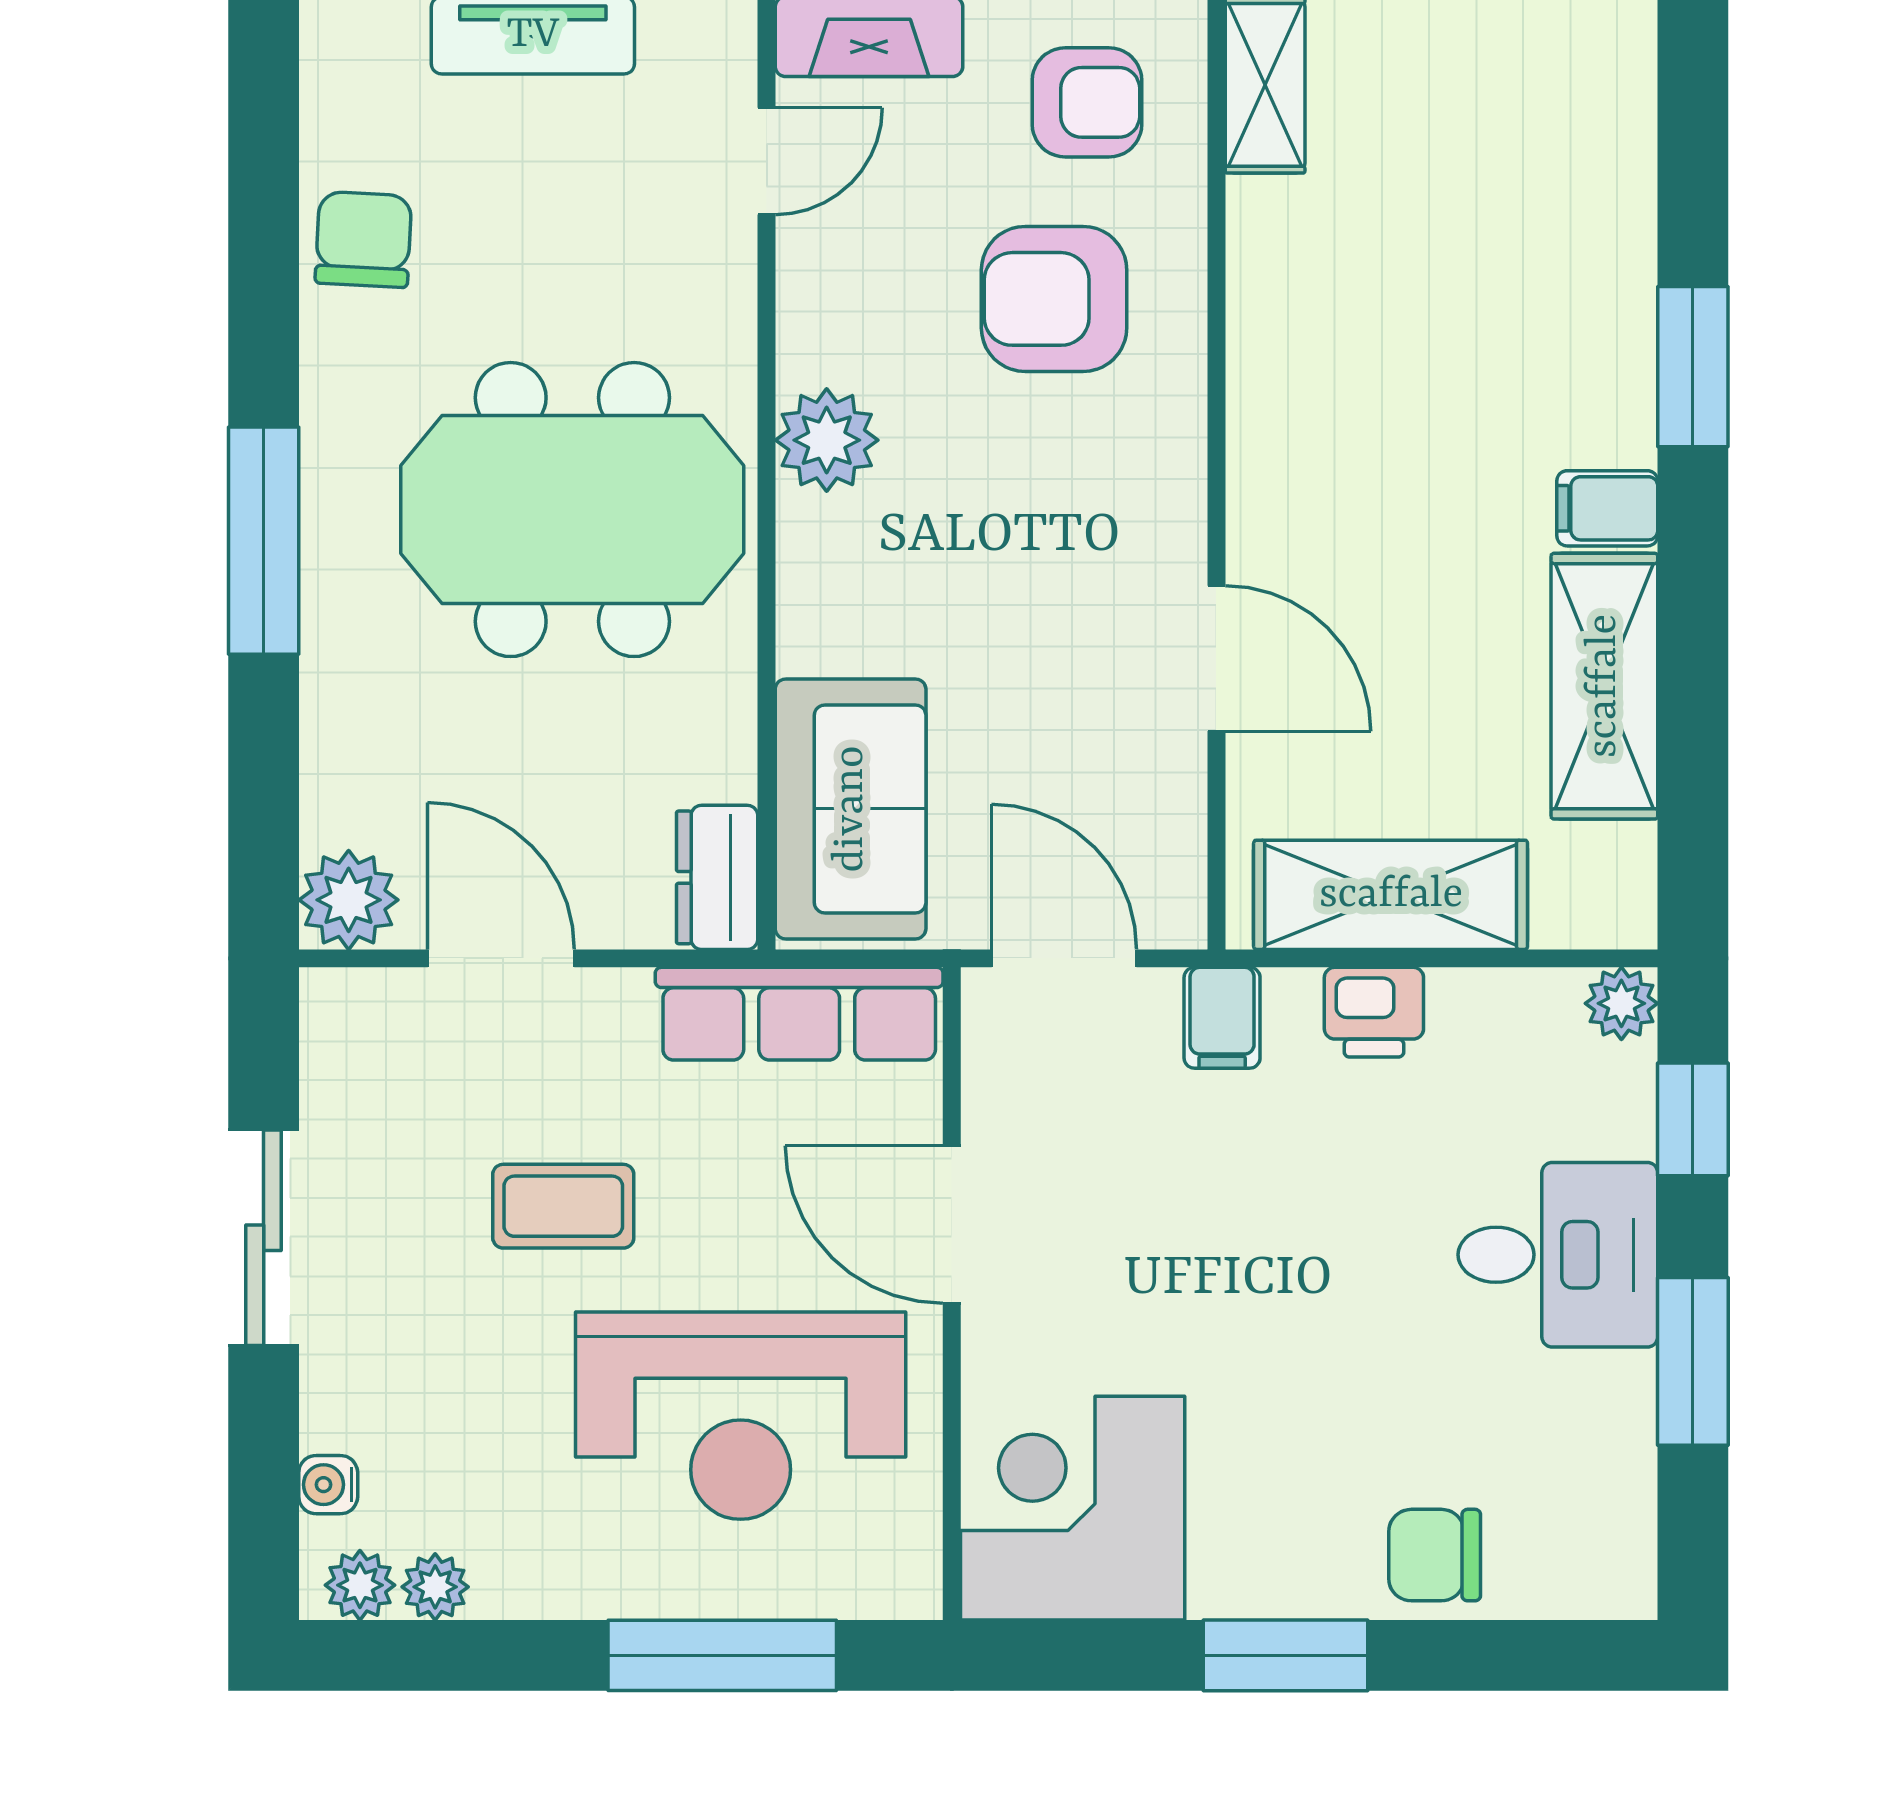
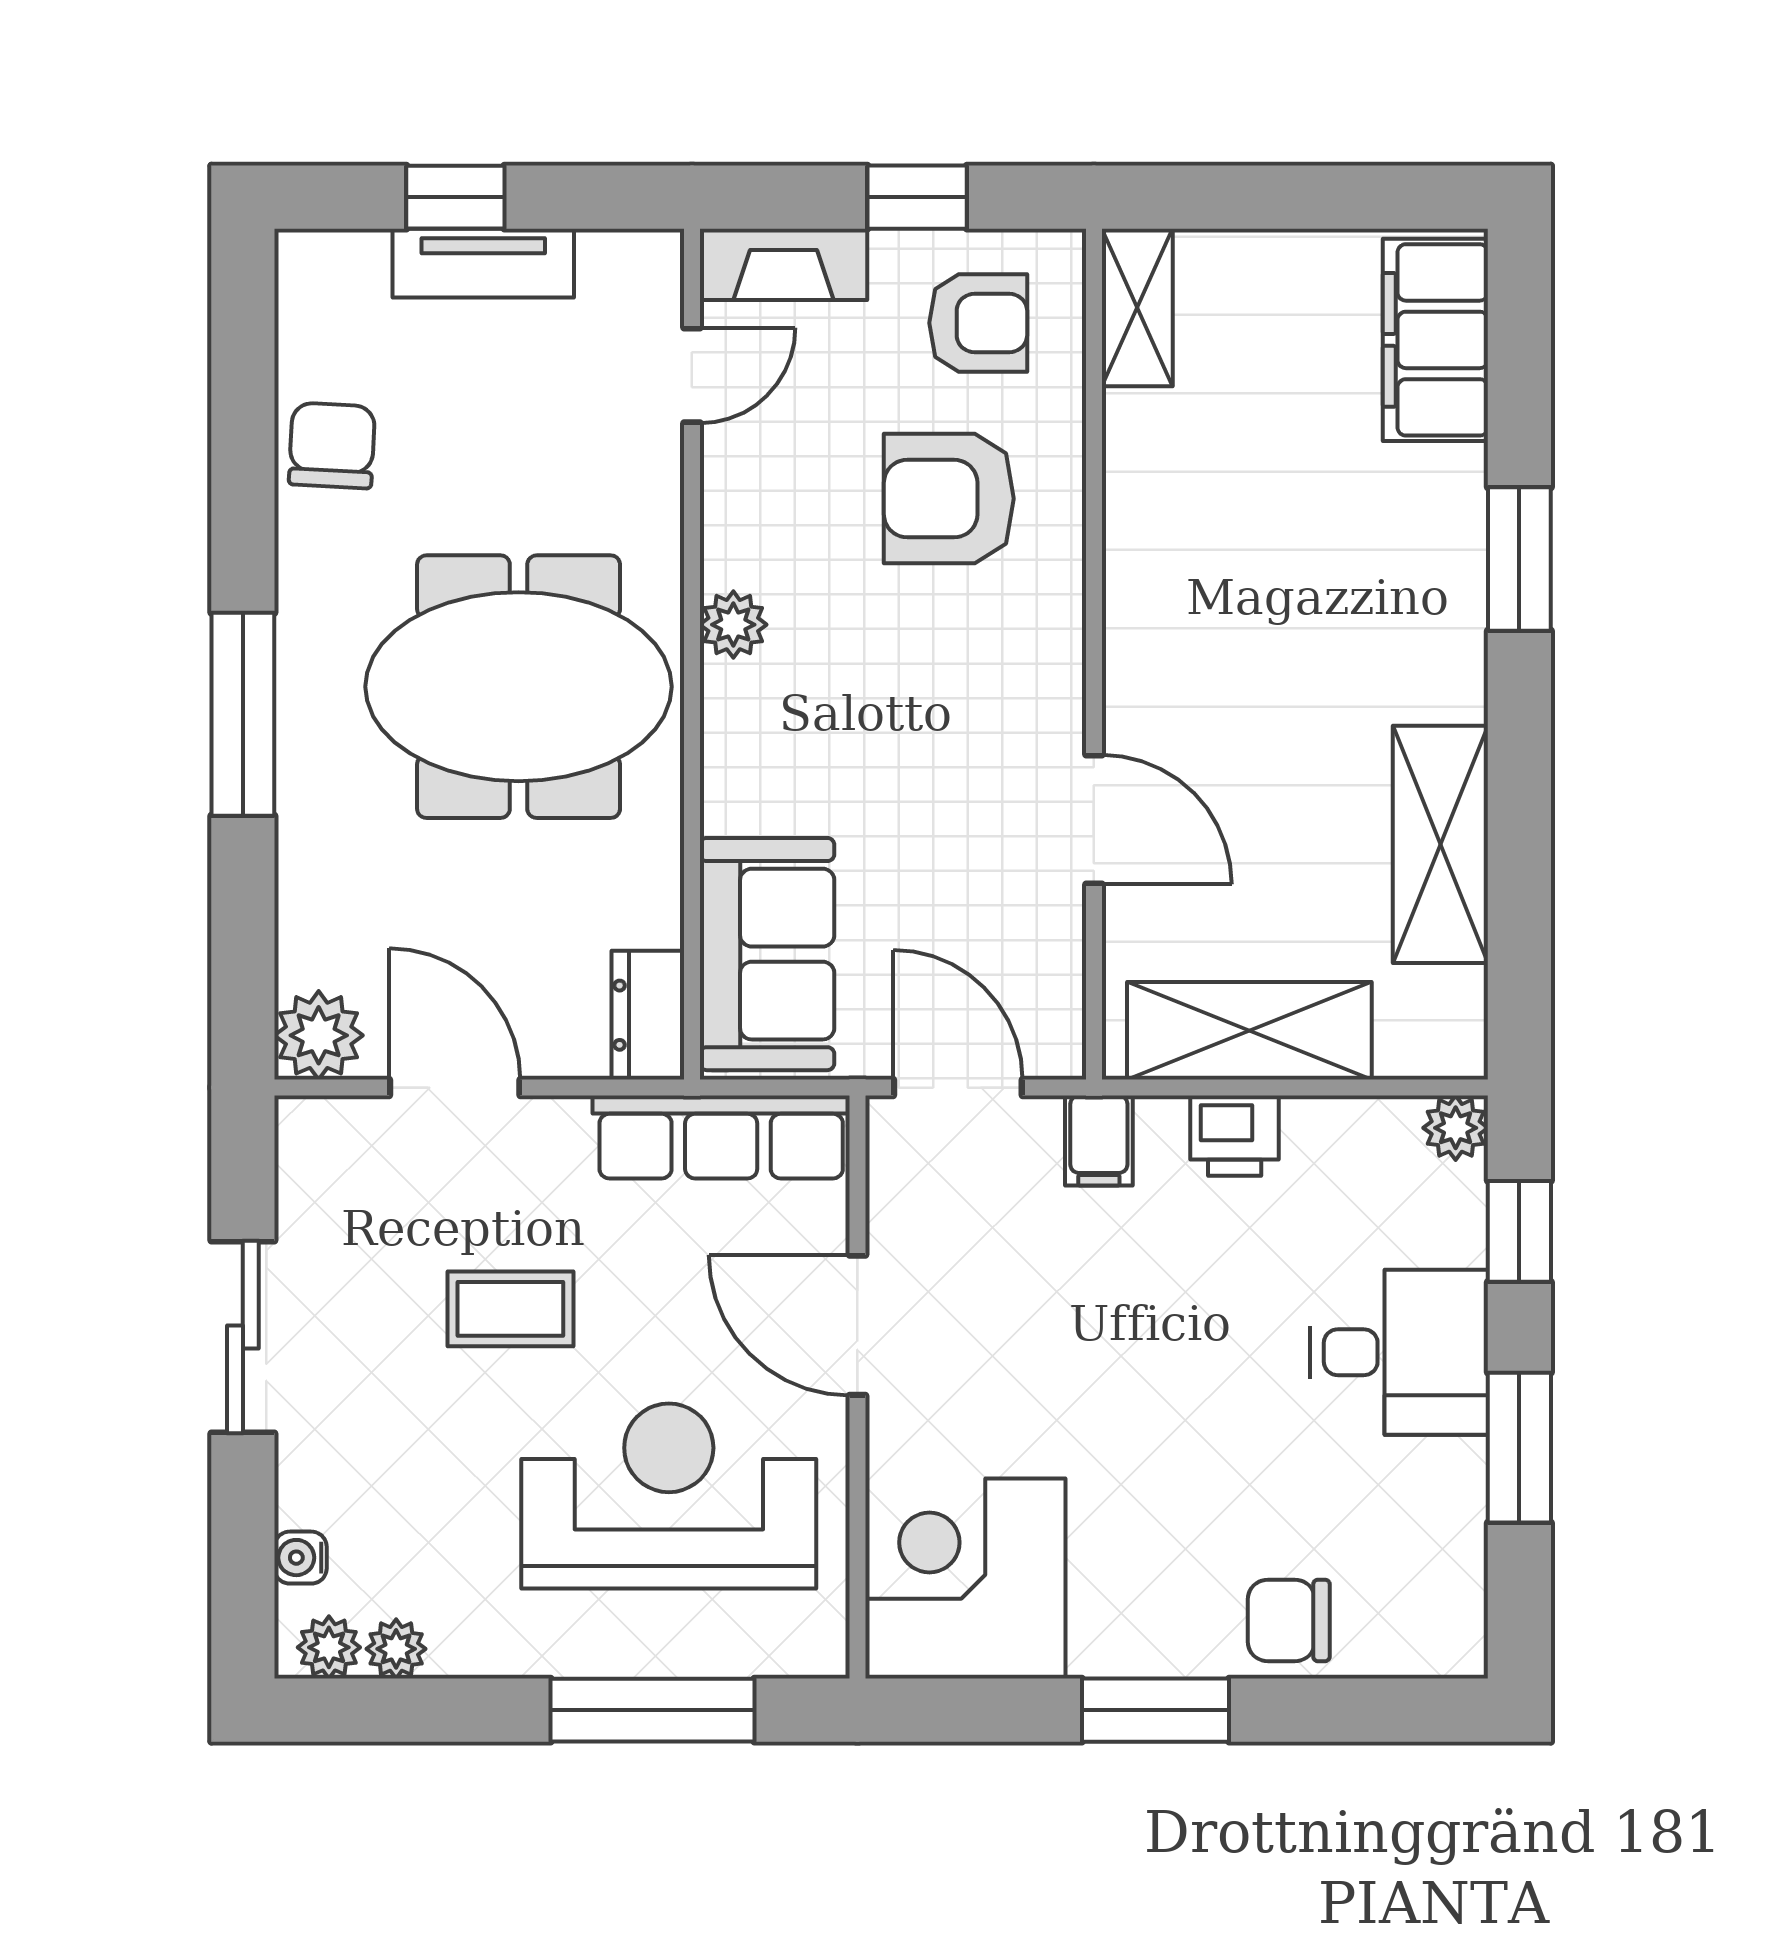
plant: (827, 440) -> (733, 625), width x0.73, depth x0.73
filing cabinet: (1607, 508) -> (1435, 340), moved, width x3.00, depth x1.17
reception desk: (741, 1416) -> (669, 1496), turned 180

